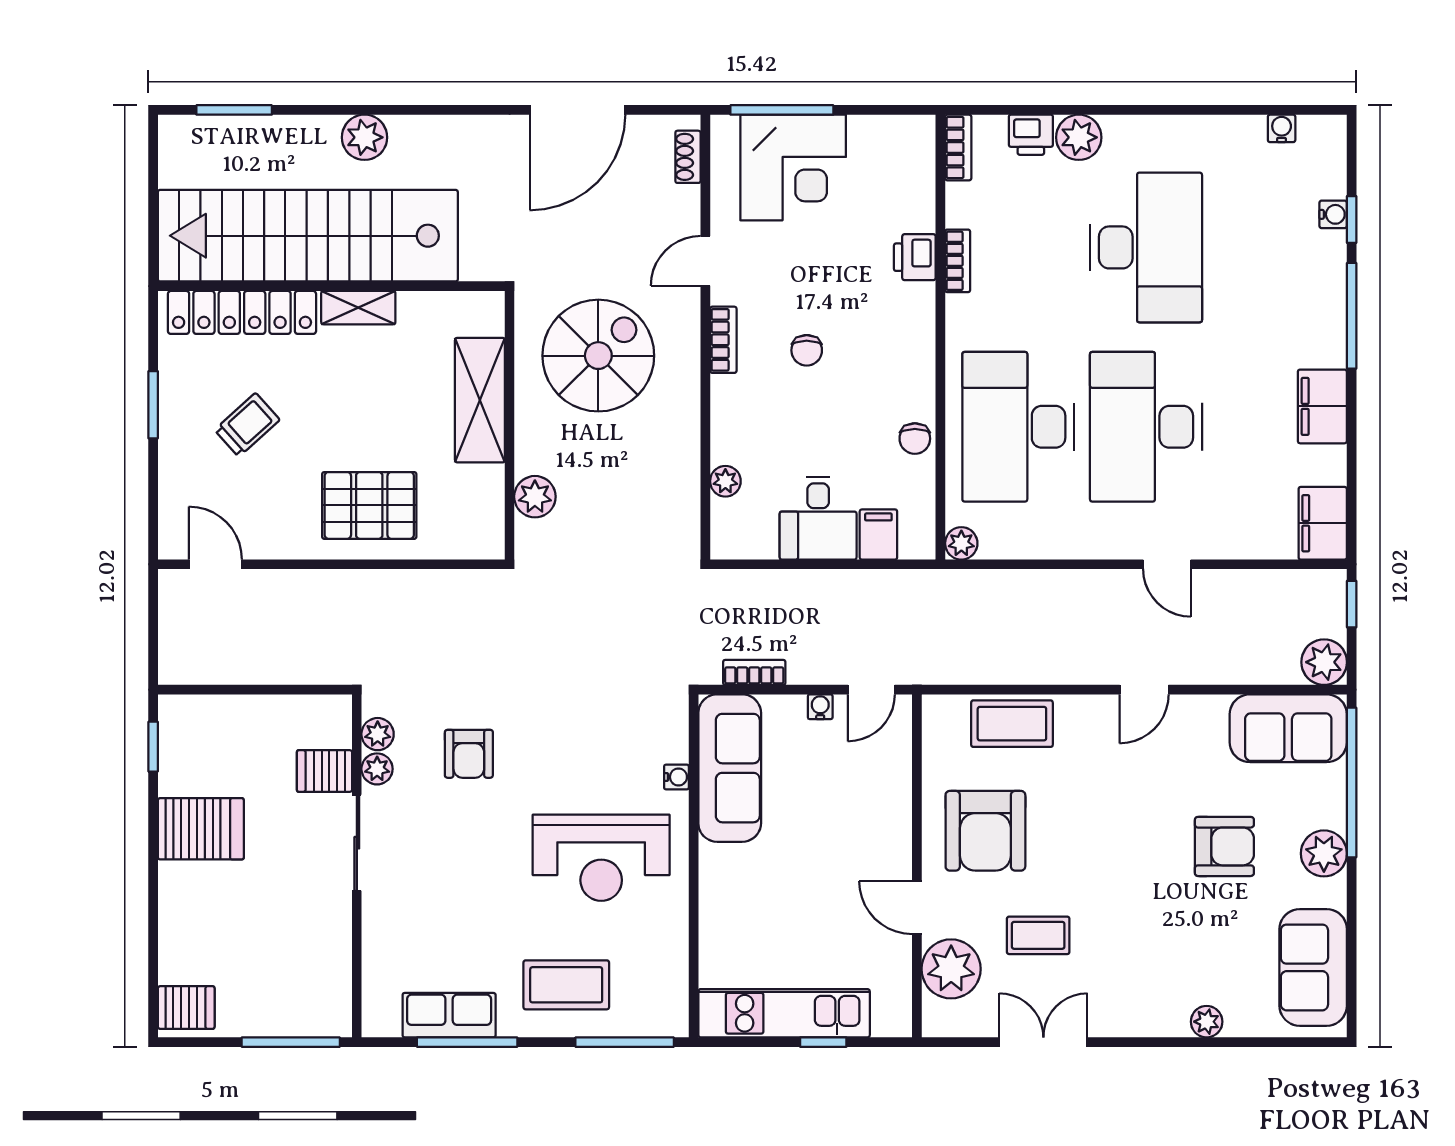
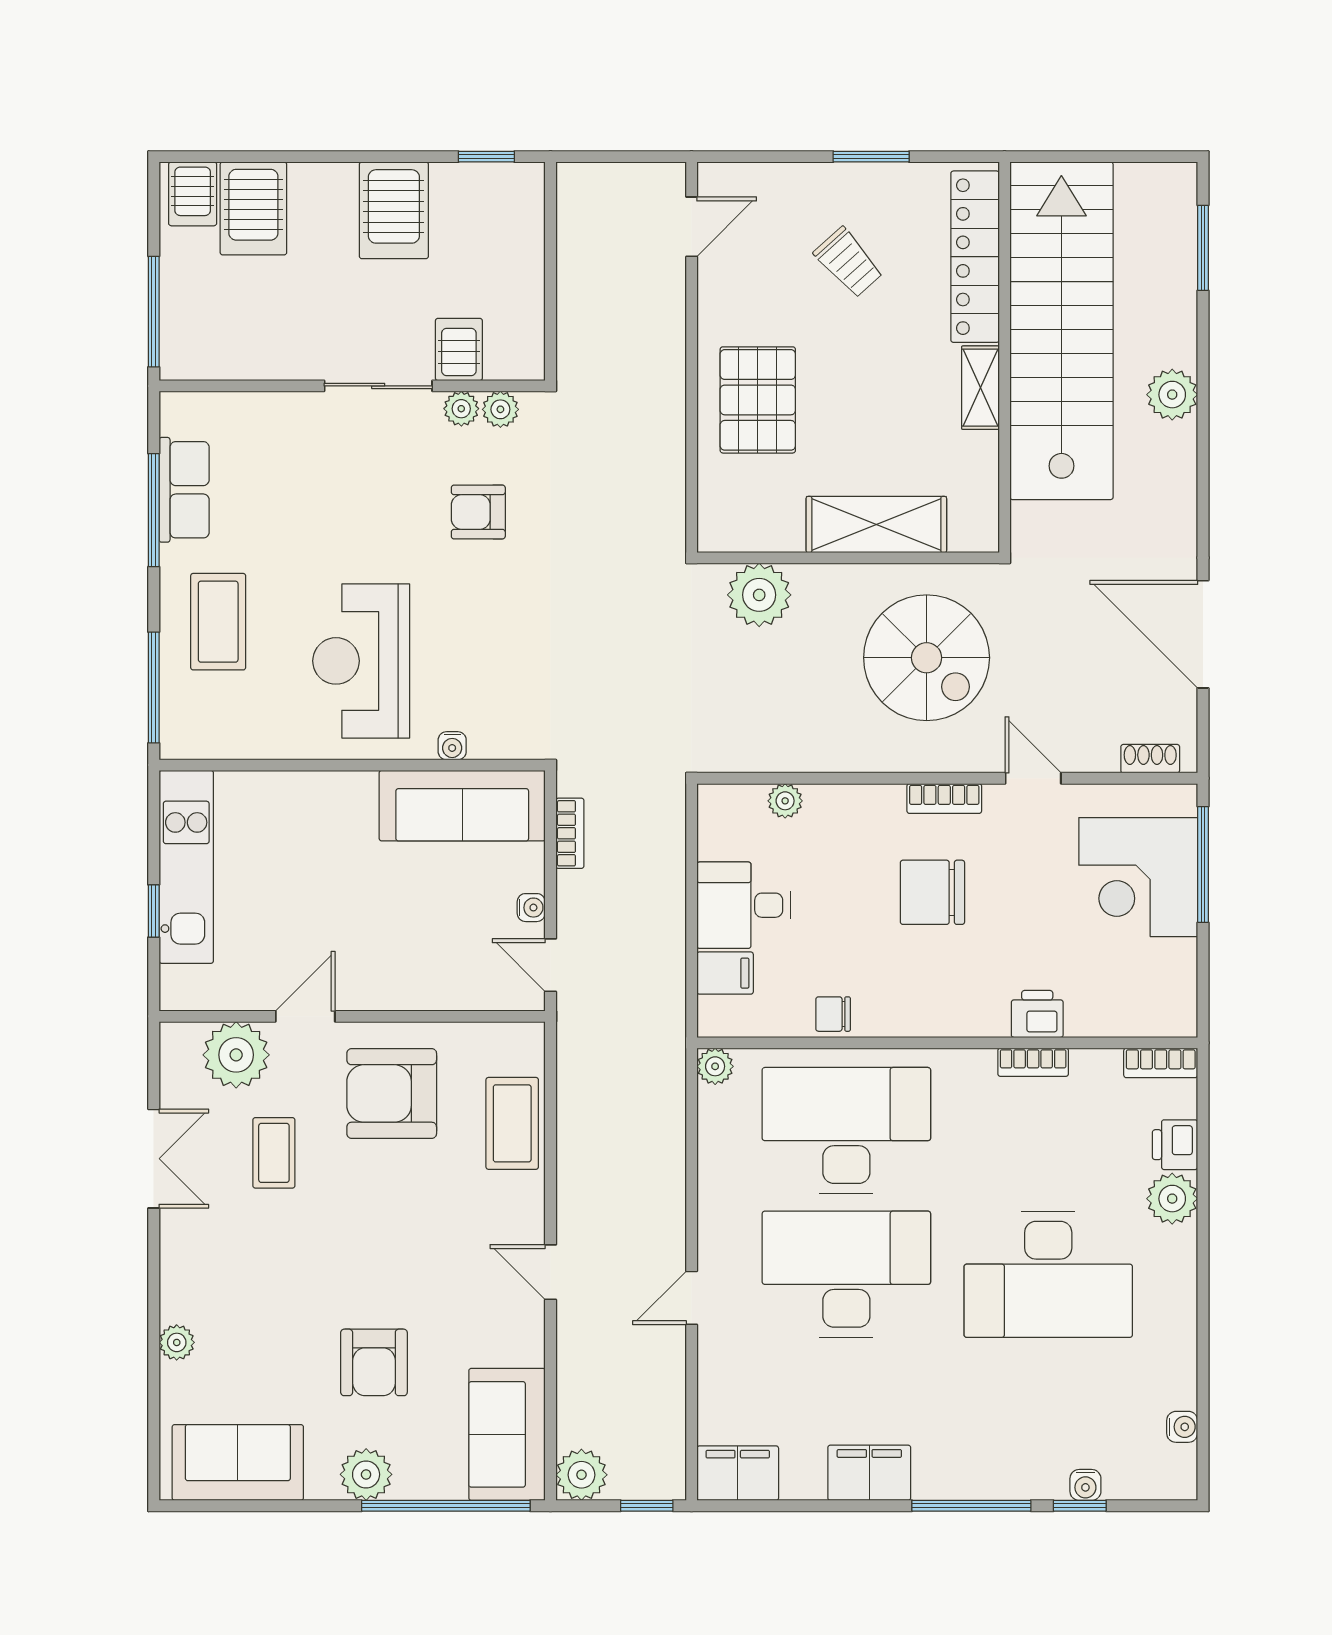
chair: (807, 350) -> (932, 892), width x1.87, depth x1.87
plant: (535, 497) -> (759, 595), width x1.36, depth x1.36
server rack: (199, 954) -> (253, 208), added

